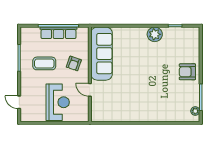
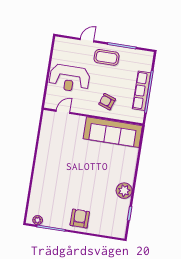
coffee table: (44, 63) -> (106, 57), moved, turned 90
door: (90, 90) -> (63, 112), moved
door: (19, 102) -> (87, 40), moved

